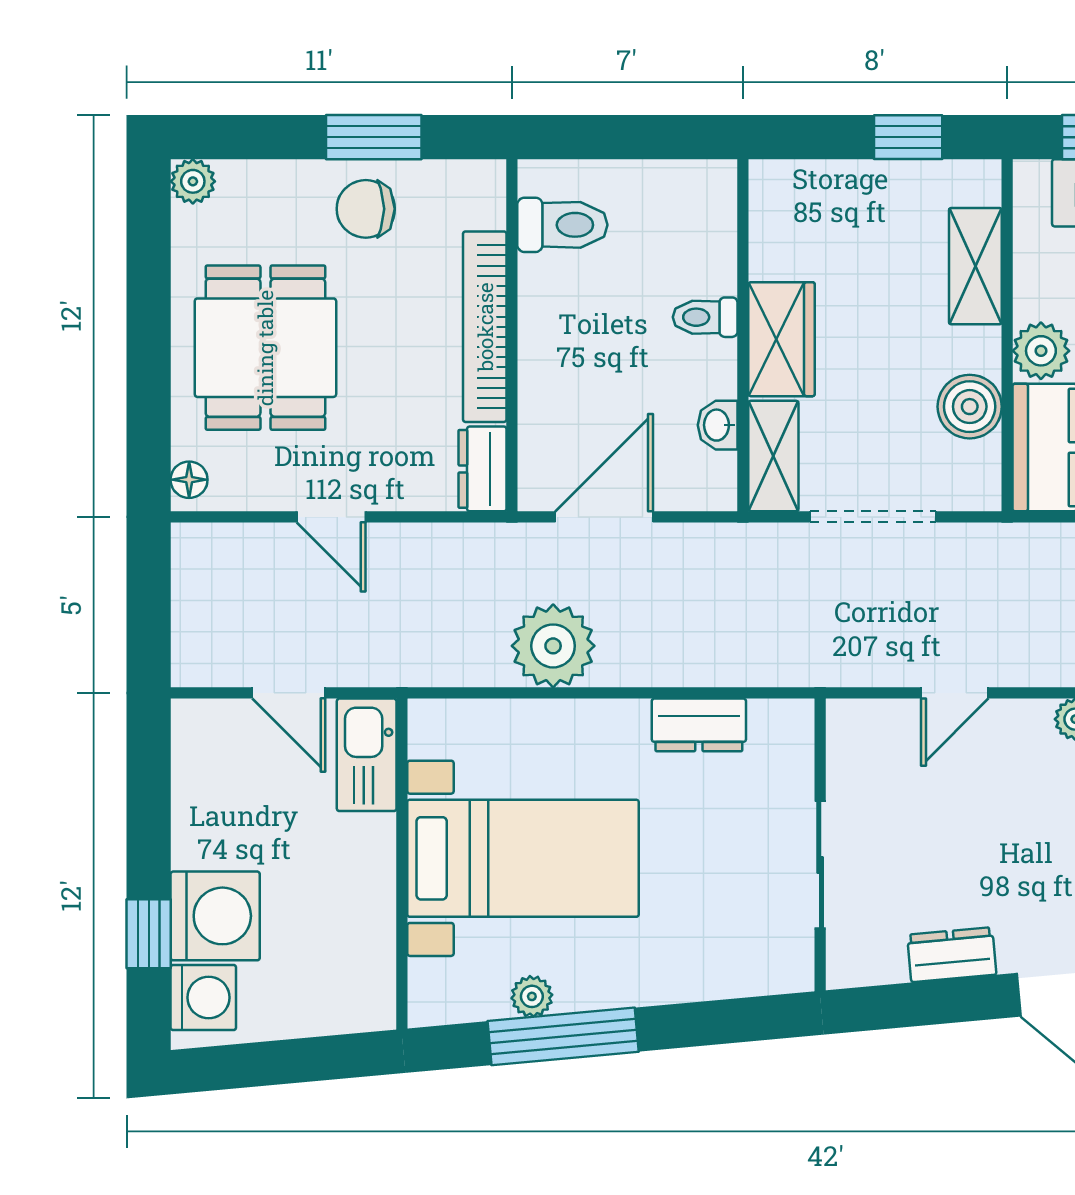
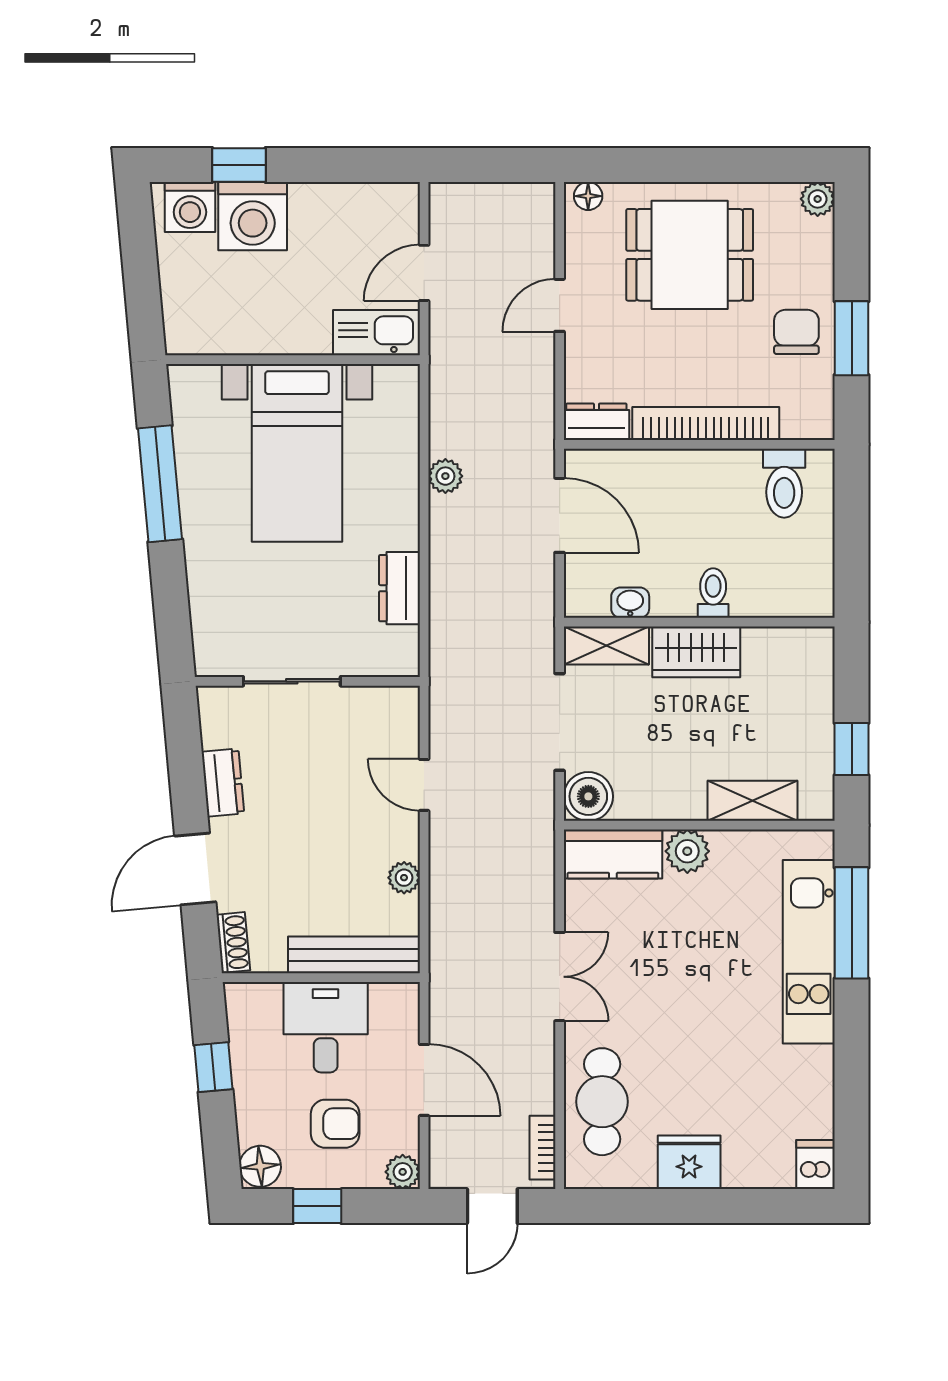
boiler: (970, 407) -> (588, 796), moved
plant: (553, 646) -> (445, 476), width x0.53, depth x0.53
plant: (532, 996) -> (191, 460), removed

